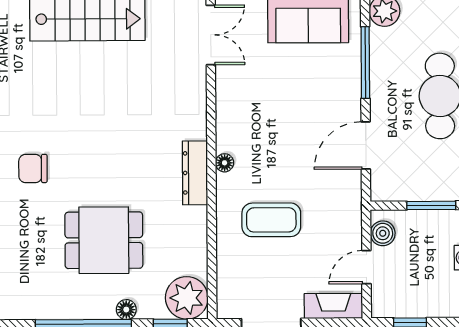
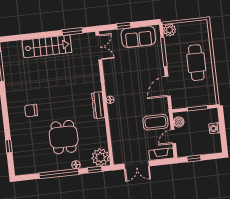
coffee table: (271, 220) -> (155, 122), moved
dining table: (104, 240) -> (64, 137), turned 90

